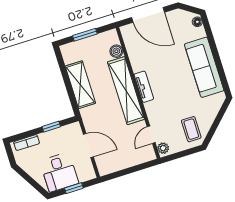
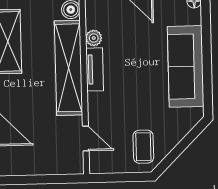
door: (151, 135) -> (86, 138), swing flipped
plant: (163, 148) -> (94, 38), moved

